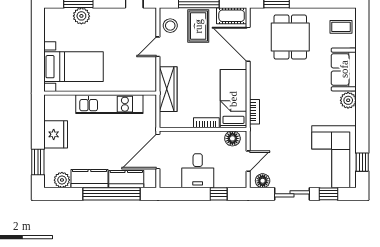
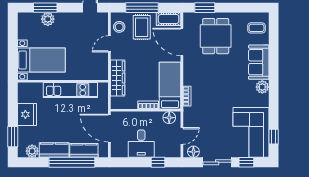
door: (158, 151) -> (109, 128), hinge flipped

